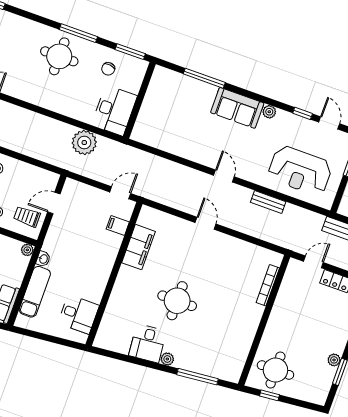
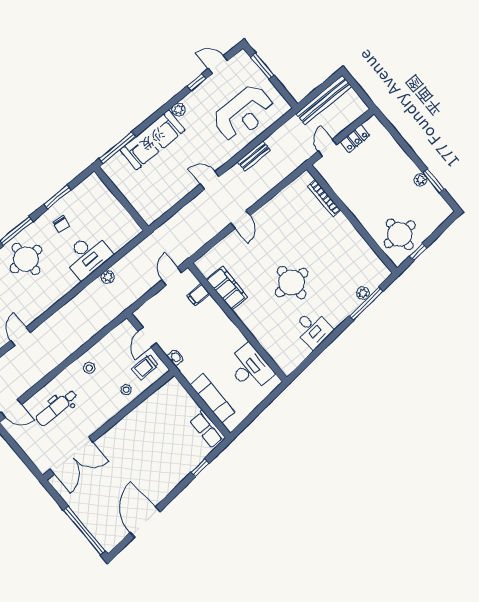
wall: (139, 100) -> (121, 199), moved
sofa: (237, 108) -> (153, 140), width x1.36
desk: (114, 110) -> (87, 255), moved, turned 90
plant: (84, 143) -> (108, 277), width x0.53, depth x0.53
door: (206, 223) -> (241, 220), swing flipped
plant: (27, 250) -> (173, 383), removed
washbasin: (43, 259) -> (175, 358), moved
desk: (79, 314) -> (250, 368), width x1.37
plant: (167, 359) -> (363, 293), moved

